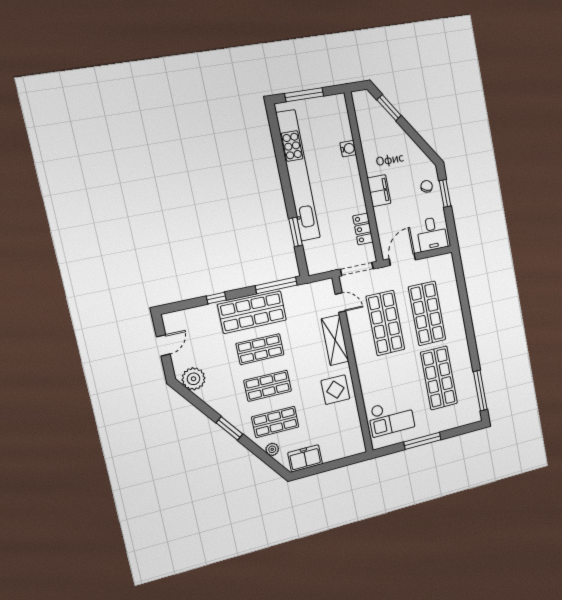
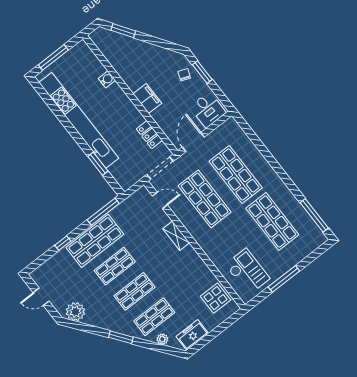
shelving: (335, 340) -> (176, 236), width x0.67, depth x0.75
door: (163, 345) -> (41, 297), swing flipped
display table: (335, 390) -> (215, 298), moved
checkout: (391, 417) -> (247, 272), turned -90

